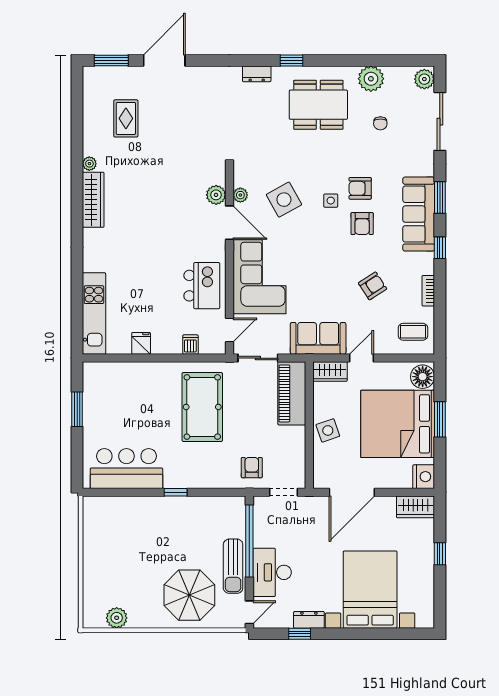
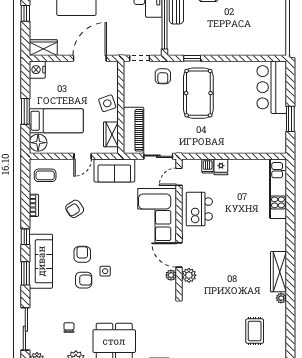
side table: (284, 200) -> (139, 272), removed
fridge: (141, 343) -> (221, 167), moved
wardrobe: (330, 372) -> (111, 134), moved, turned -90
pool table: (202, 407) -> (198, 93), moved
bed: (398, 424) -> (56, 121), width x0.49
bar counter: (126, 469) -> (272, 87), moved, turned 90
window: (176, 492) -> (192, 58), moved

